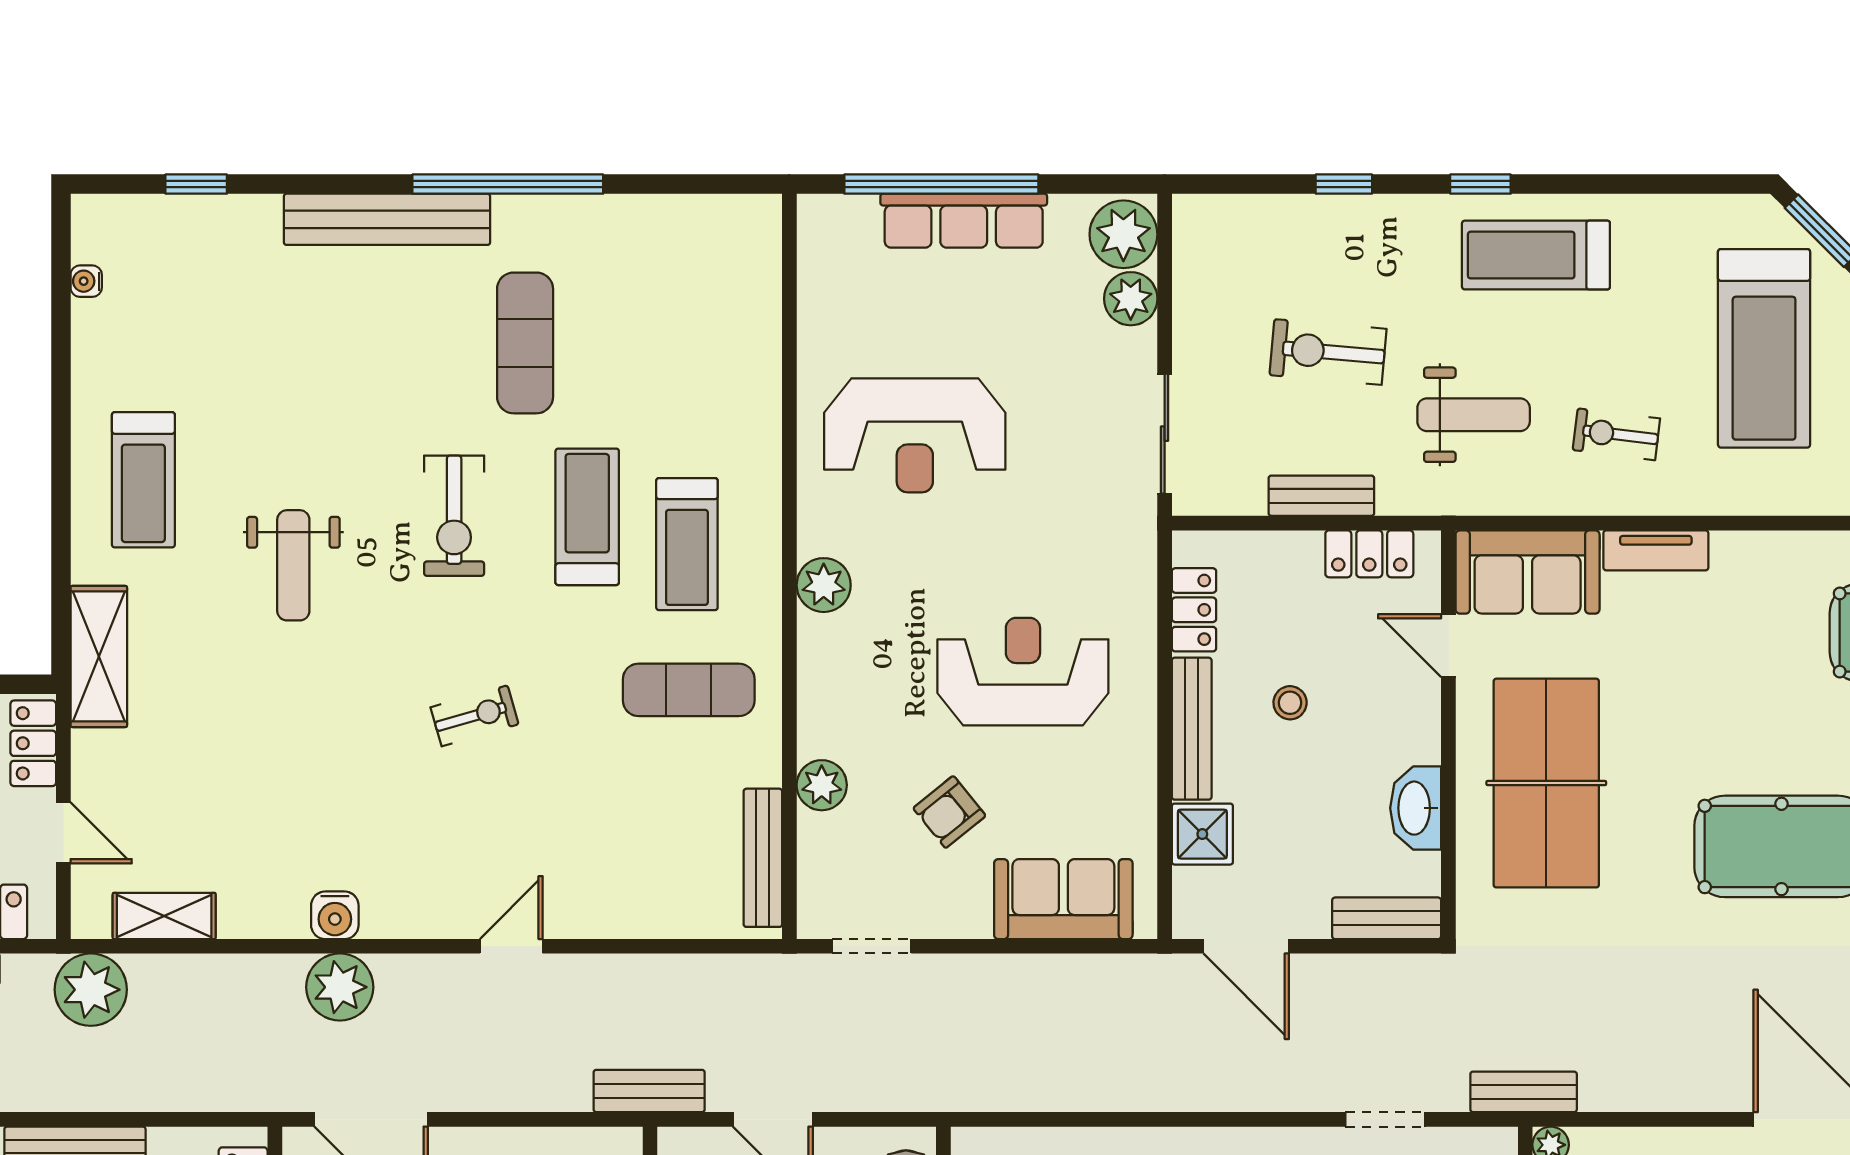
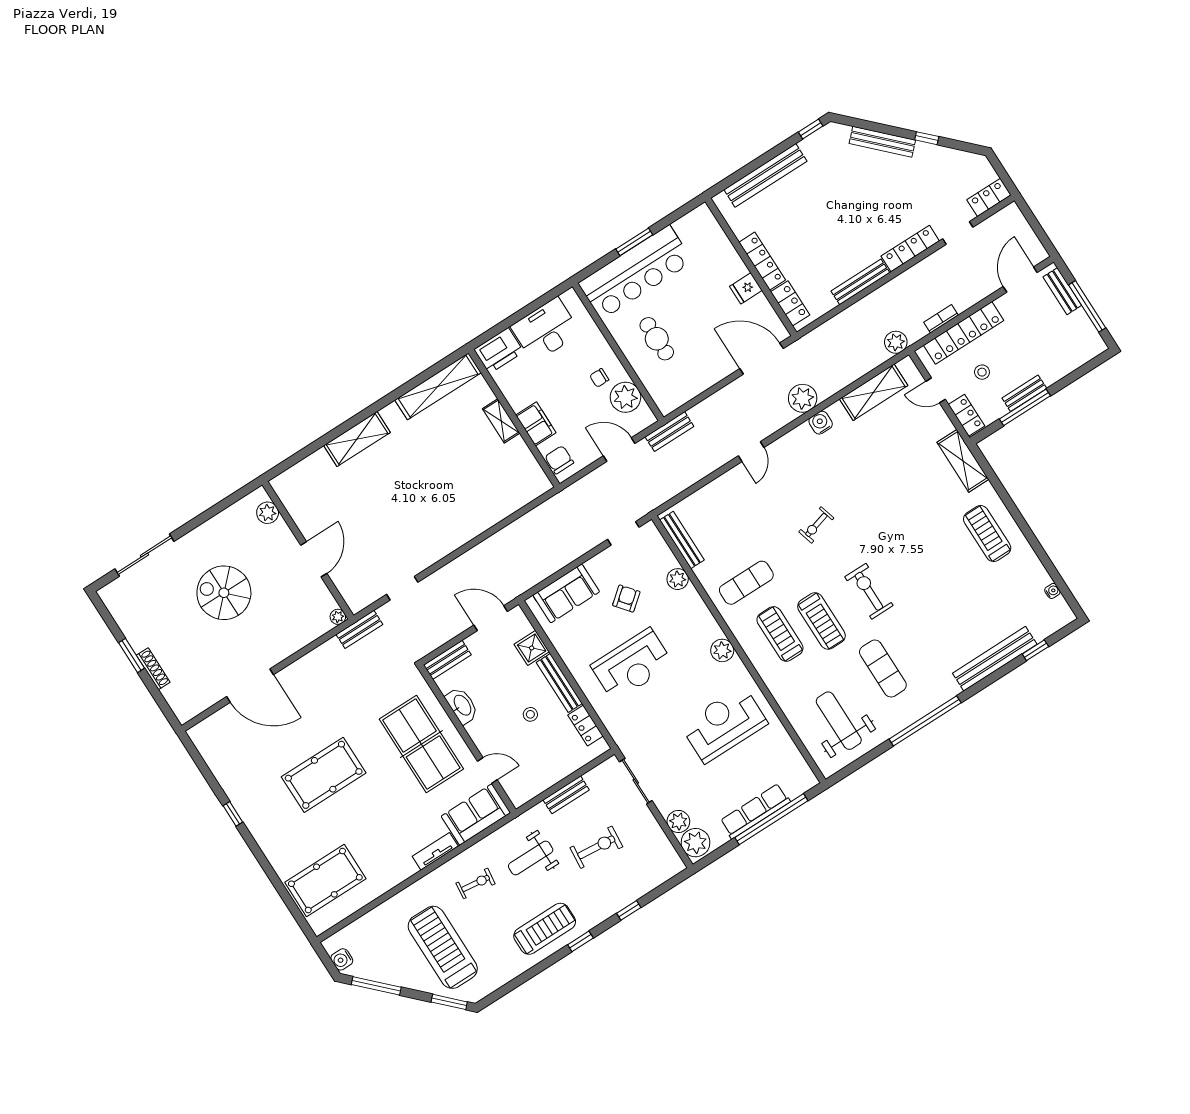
bench: (387, 219) -> (995, 659), moved
locker: (1369, 554) -> (536, 785), removed
weight bench: (293, 565) -> (839, 721), moved, width x1.36, depth x1.33
shelving: (164, 916) -> (874, 392), width x1.50, depth x1.33
plant: (91, 990) -> (896, 342), width x0.73, depth x0.73

